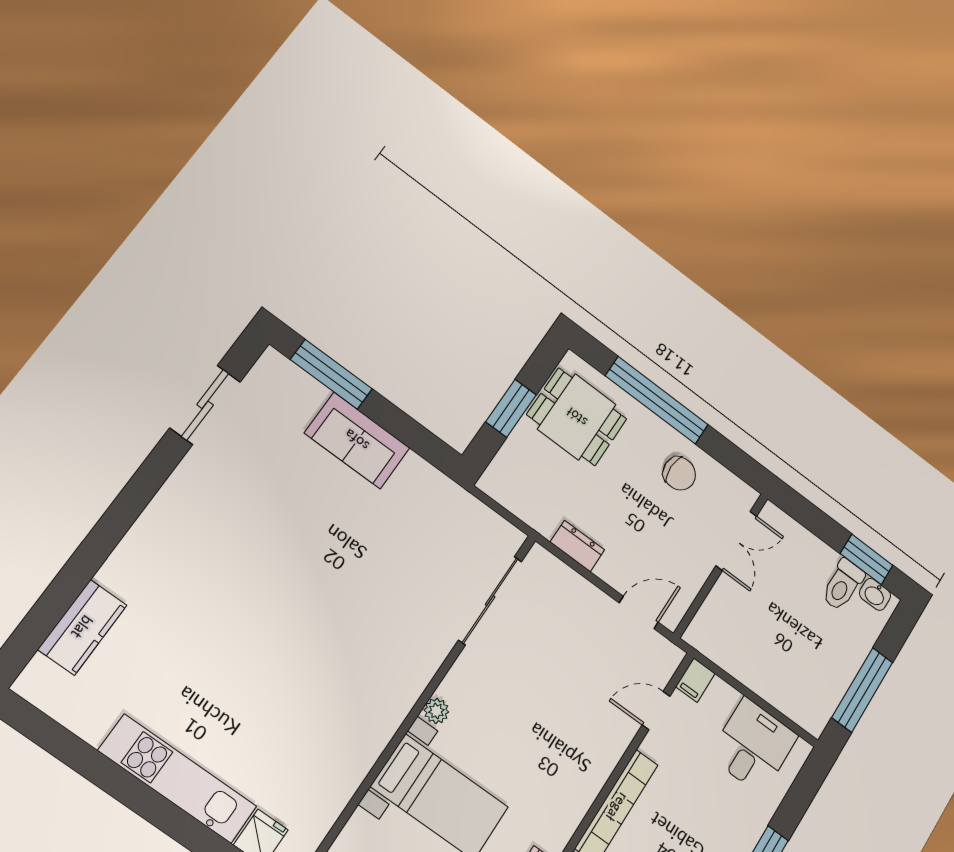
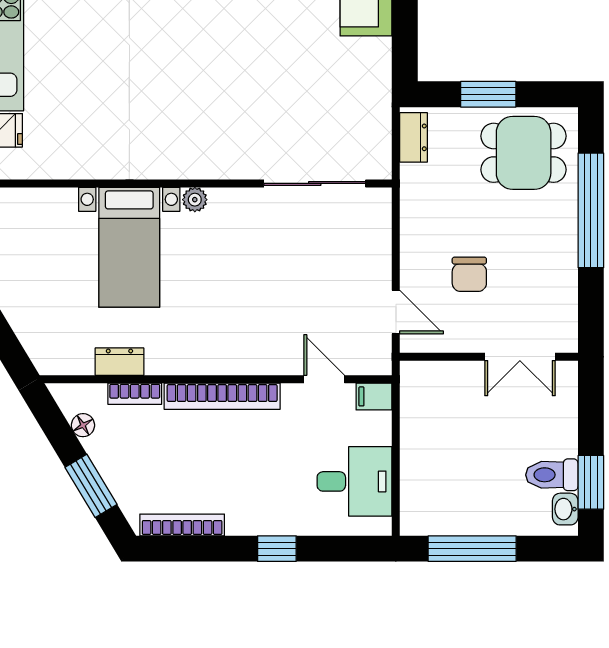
dining table: (577, 417) -> (524, 153), turned 90
chair: (679, 473) -> (469, 274), moved
dresser: (577, 546) -> (413, 137), moved

